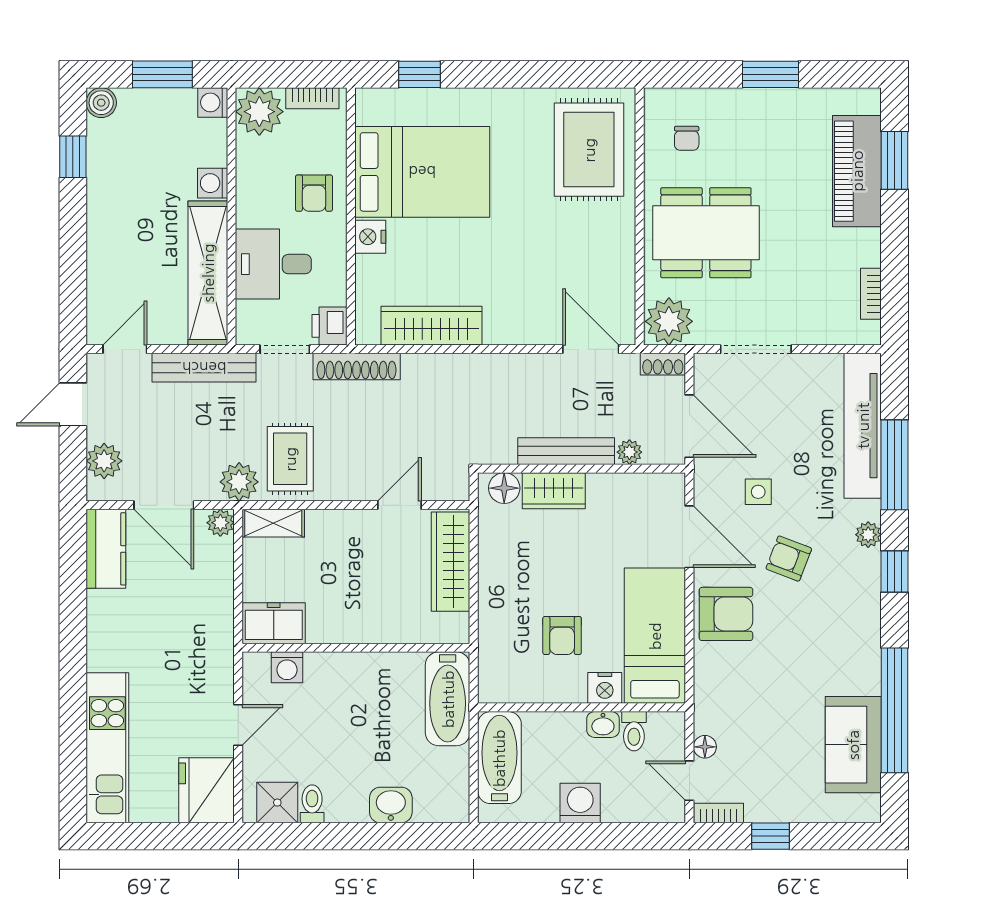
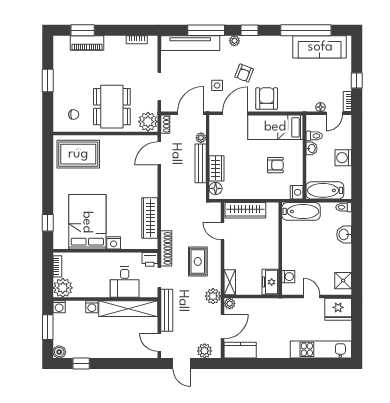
piano: (857, 171) -> (87, 43), width x0.73, depth x0.75
armchair: (314, 193) -> (96, 266), removed
rug: (290, 459) -> (198, 261), moved, turned 90
nightstand: (605, 688) -> (297, 192), moved
sofa: (853, 745) -> (320, 47), width x1.36
toilet: (312, 804) -> (344, 207), moved

